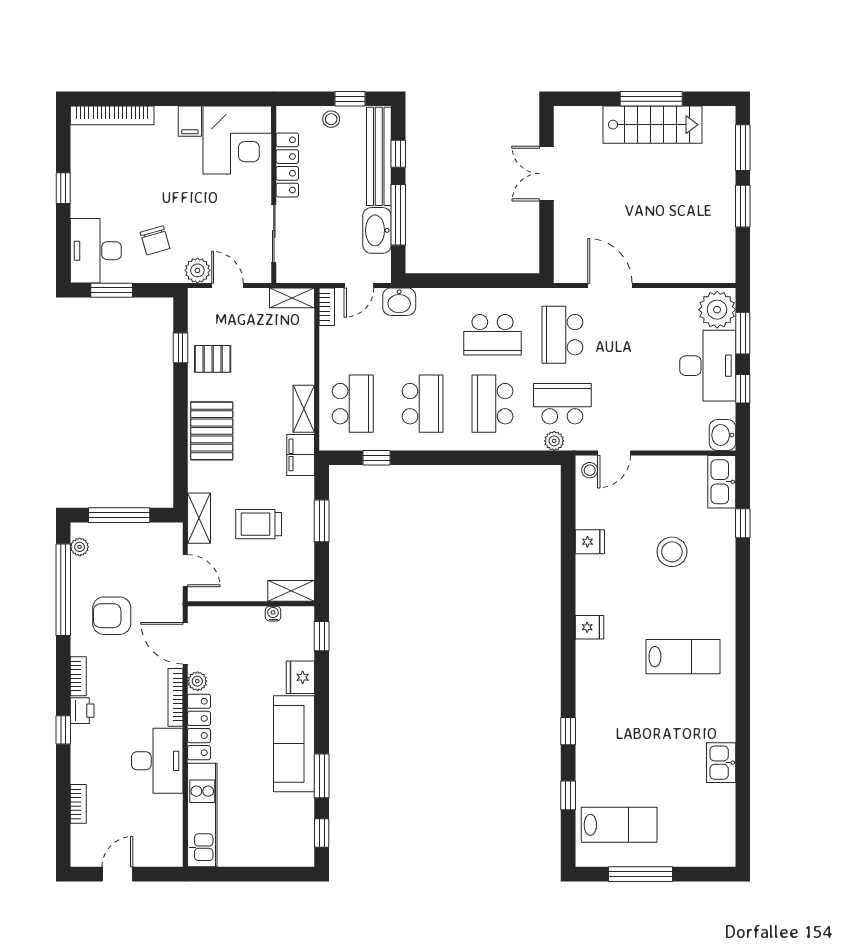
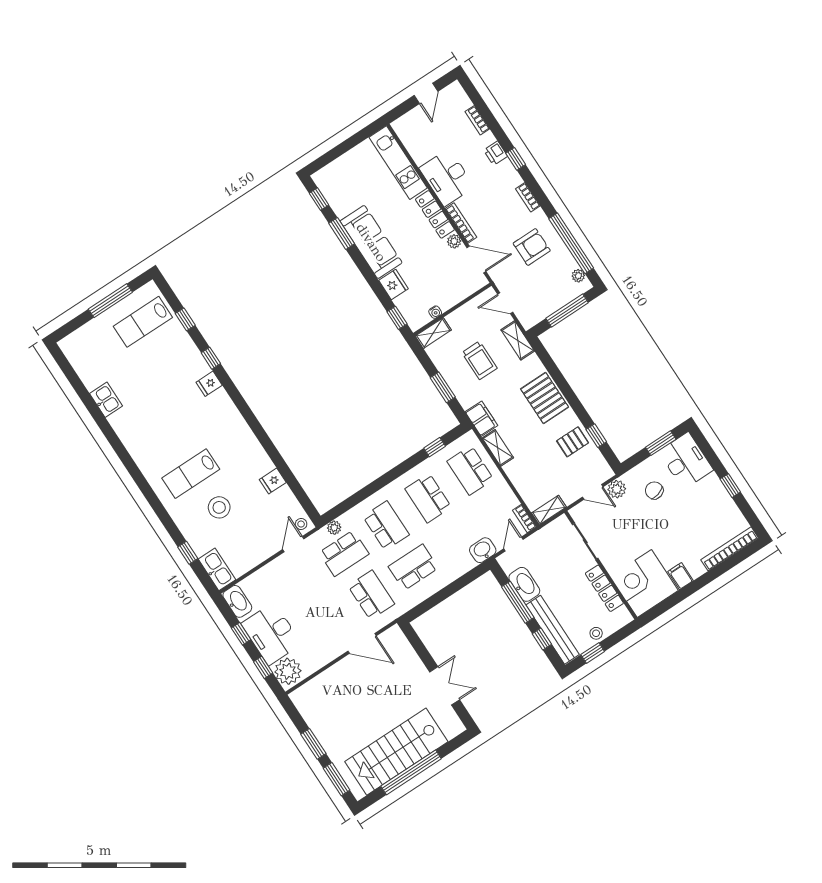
window: (651, 99) -> (411, 772), width x1.46
stairs: (653, 125) -> (396, 752), width x1.36, depth x1.51
window: (743, 333) -> (263, 667), width x0.67
washbasin: (722, 435) -> (237, 601), width x1.38
trolley: (259, 524) -> (479, 360), turned 90
fridge: (589, 627) -> (209, 384), moved
lab bench: (683, 657) -> (191, 474), moved
printer: (82, 711) -> (496, 153), moved

